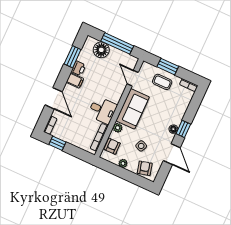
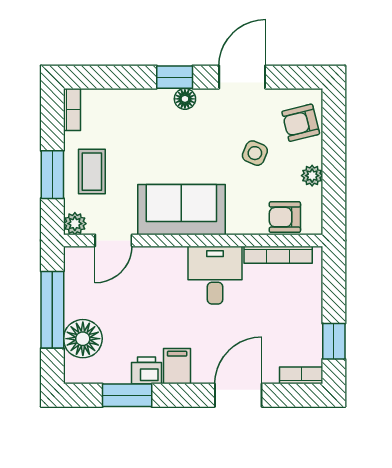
plant: (118, 128) -> (75, 224), moved

